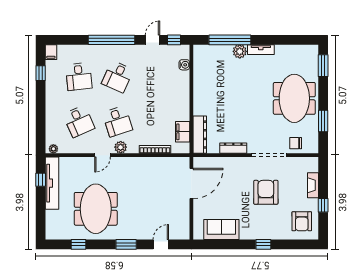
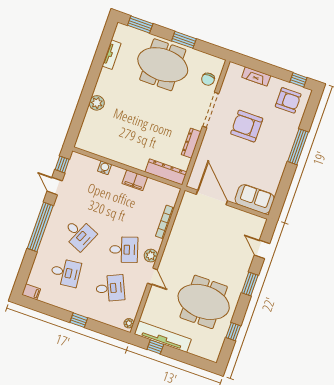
window: (230, 40) -> (82, 109), removed
tv unit: (261, 50) -> (112, 55), moved
water cooler: (184, 65) -> (104, 168), moved
window: (41, 73) -> (79, 320), moved
window: (323, 121) -> (184, 40), moved
filing cabinet: (183, 132) -> (135, 180), moved
window: (323, 205) -> (298, 80), moved
sofa: (221, 229) -> (255, 199), moved, turned 90
window: (263, 244) -> (298, 147), width x2.17

